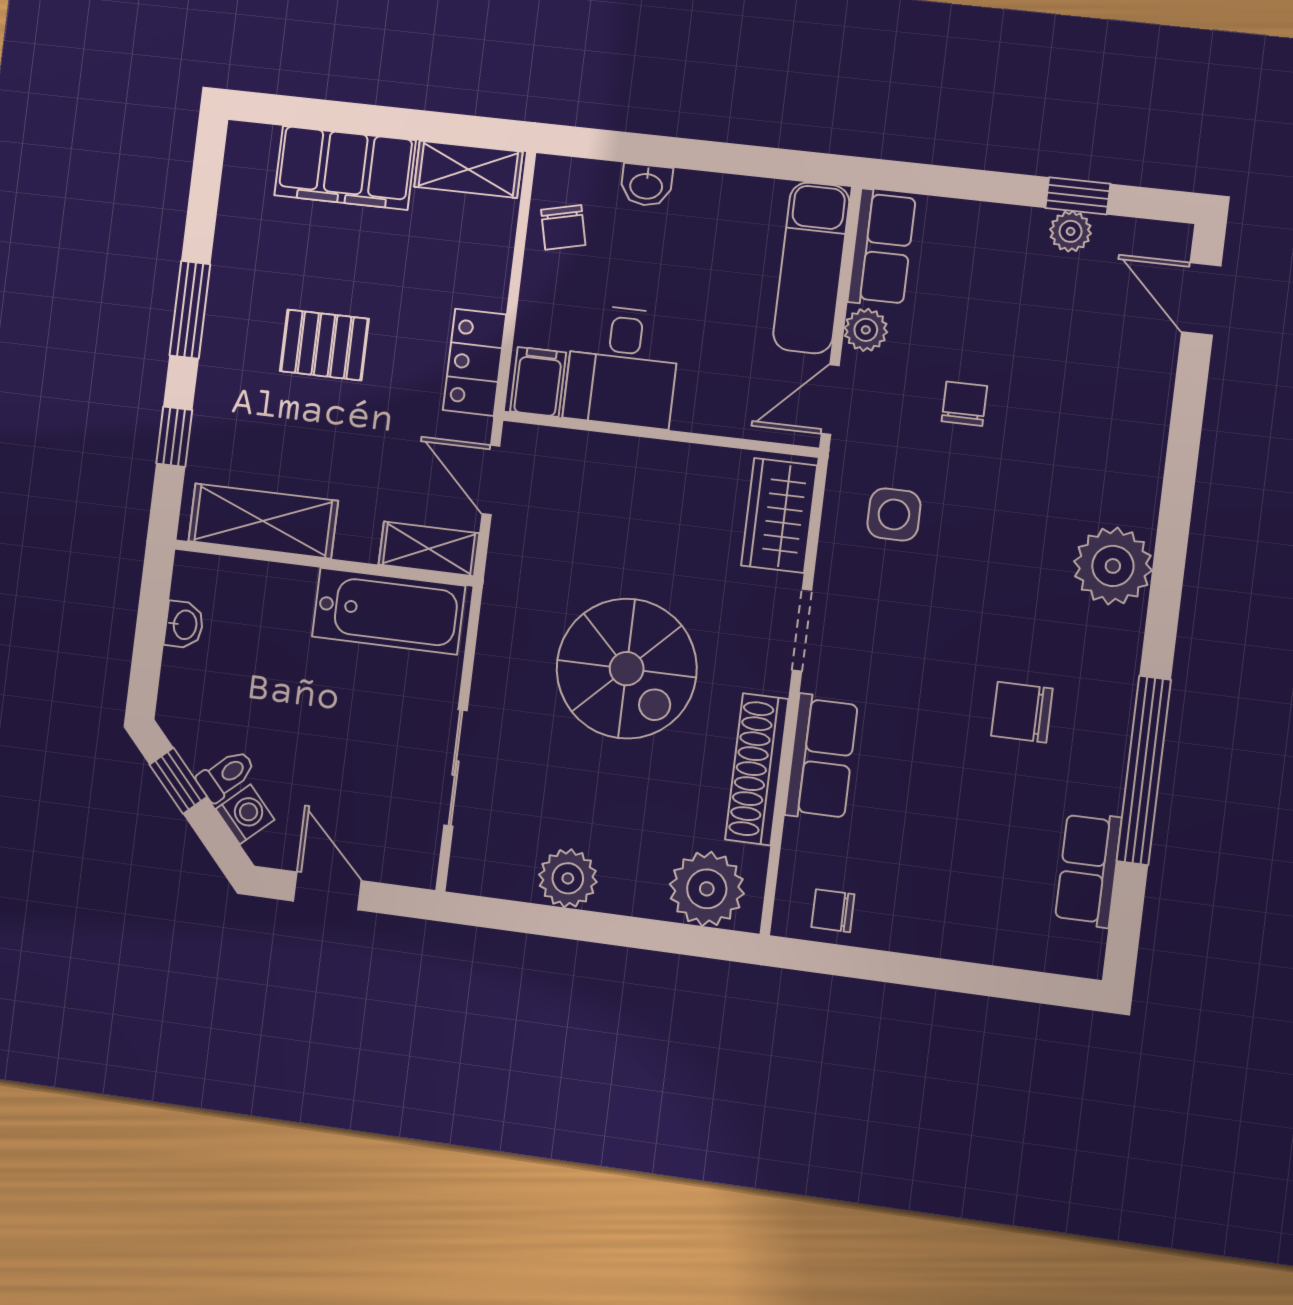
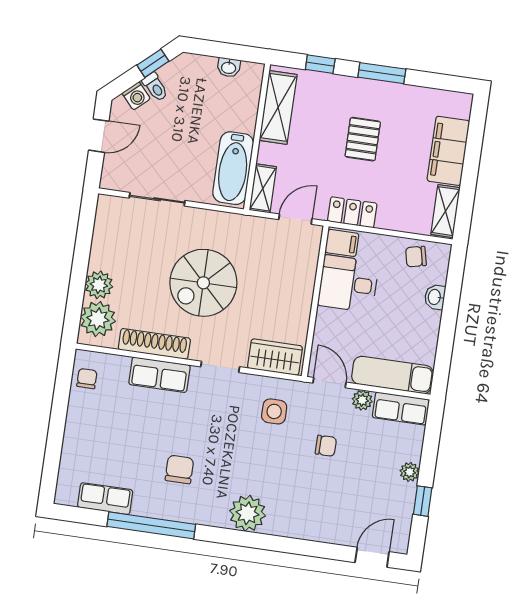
plant: (1071, 231) -> (410, 472), moved
plant: (568, 878) -> (99, 285), moved

